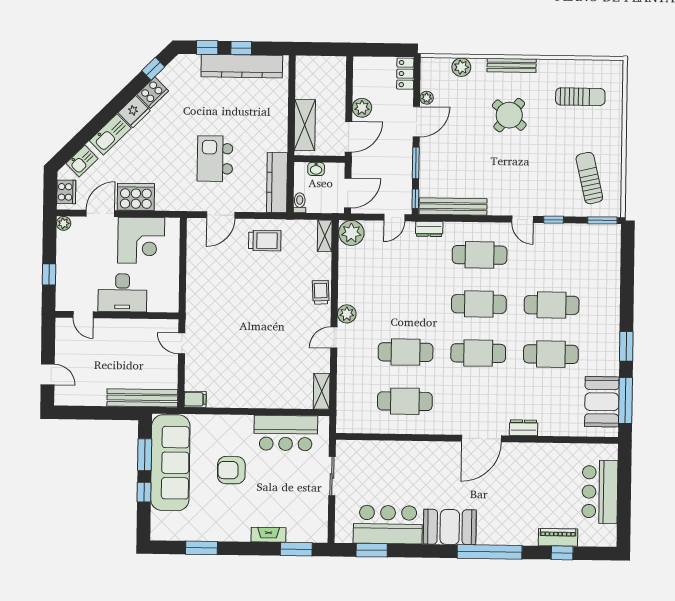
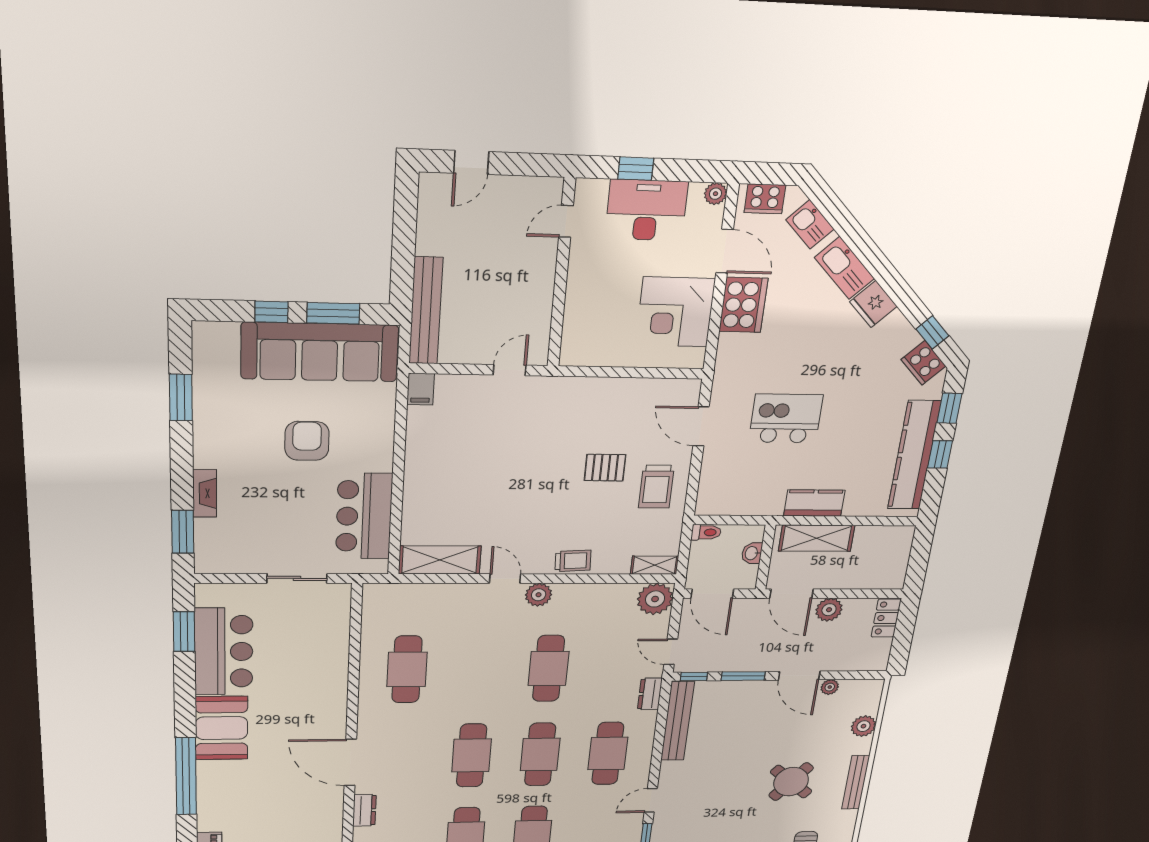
locker: (405, 74) -> (886, 618), moved, turned -90
cooker: (153, 93) -> (924, 363), moved
kitchen counter: (277, 183) -> (814, 503), moved, width x0.67
pallet: (251, 276) -> (605, 468), added
desk: (122, 293) -> (646, 210), moved, turned 90
cafe table: (406, 352) -> (548, 668), moved
shelving: (322, 391) -> (440, 560), width x1.50, depth x1.33

